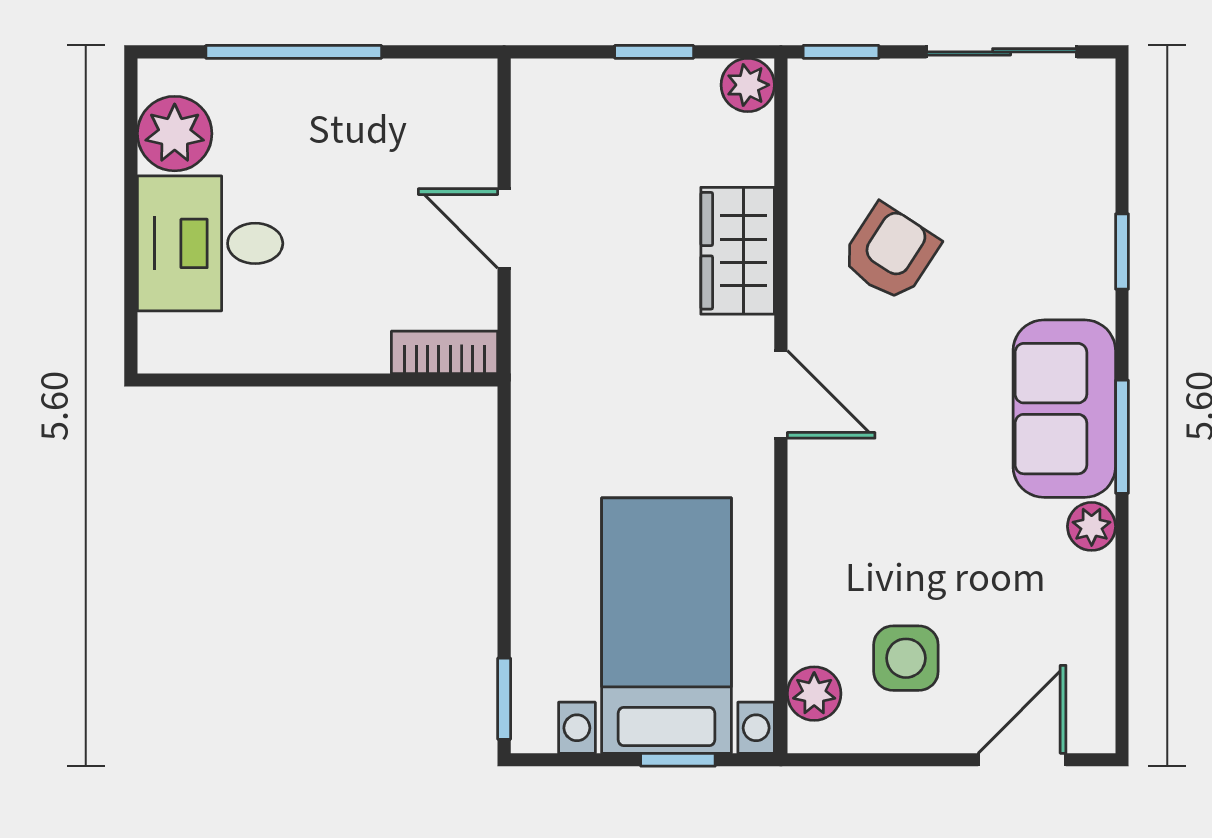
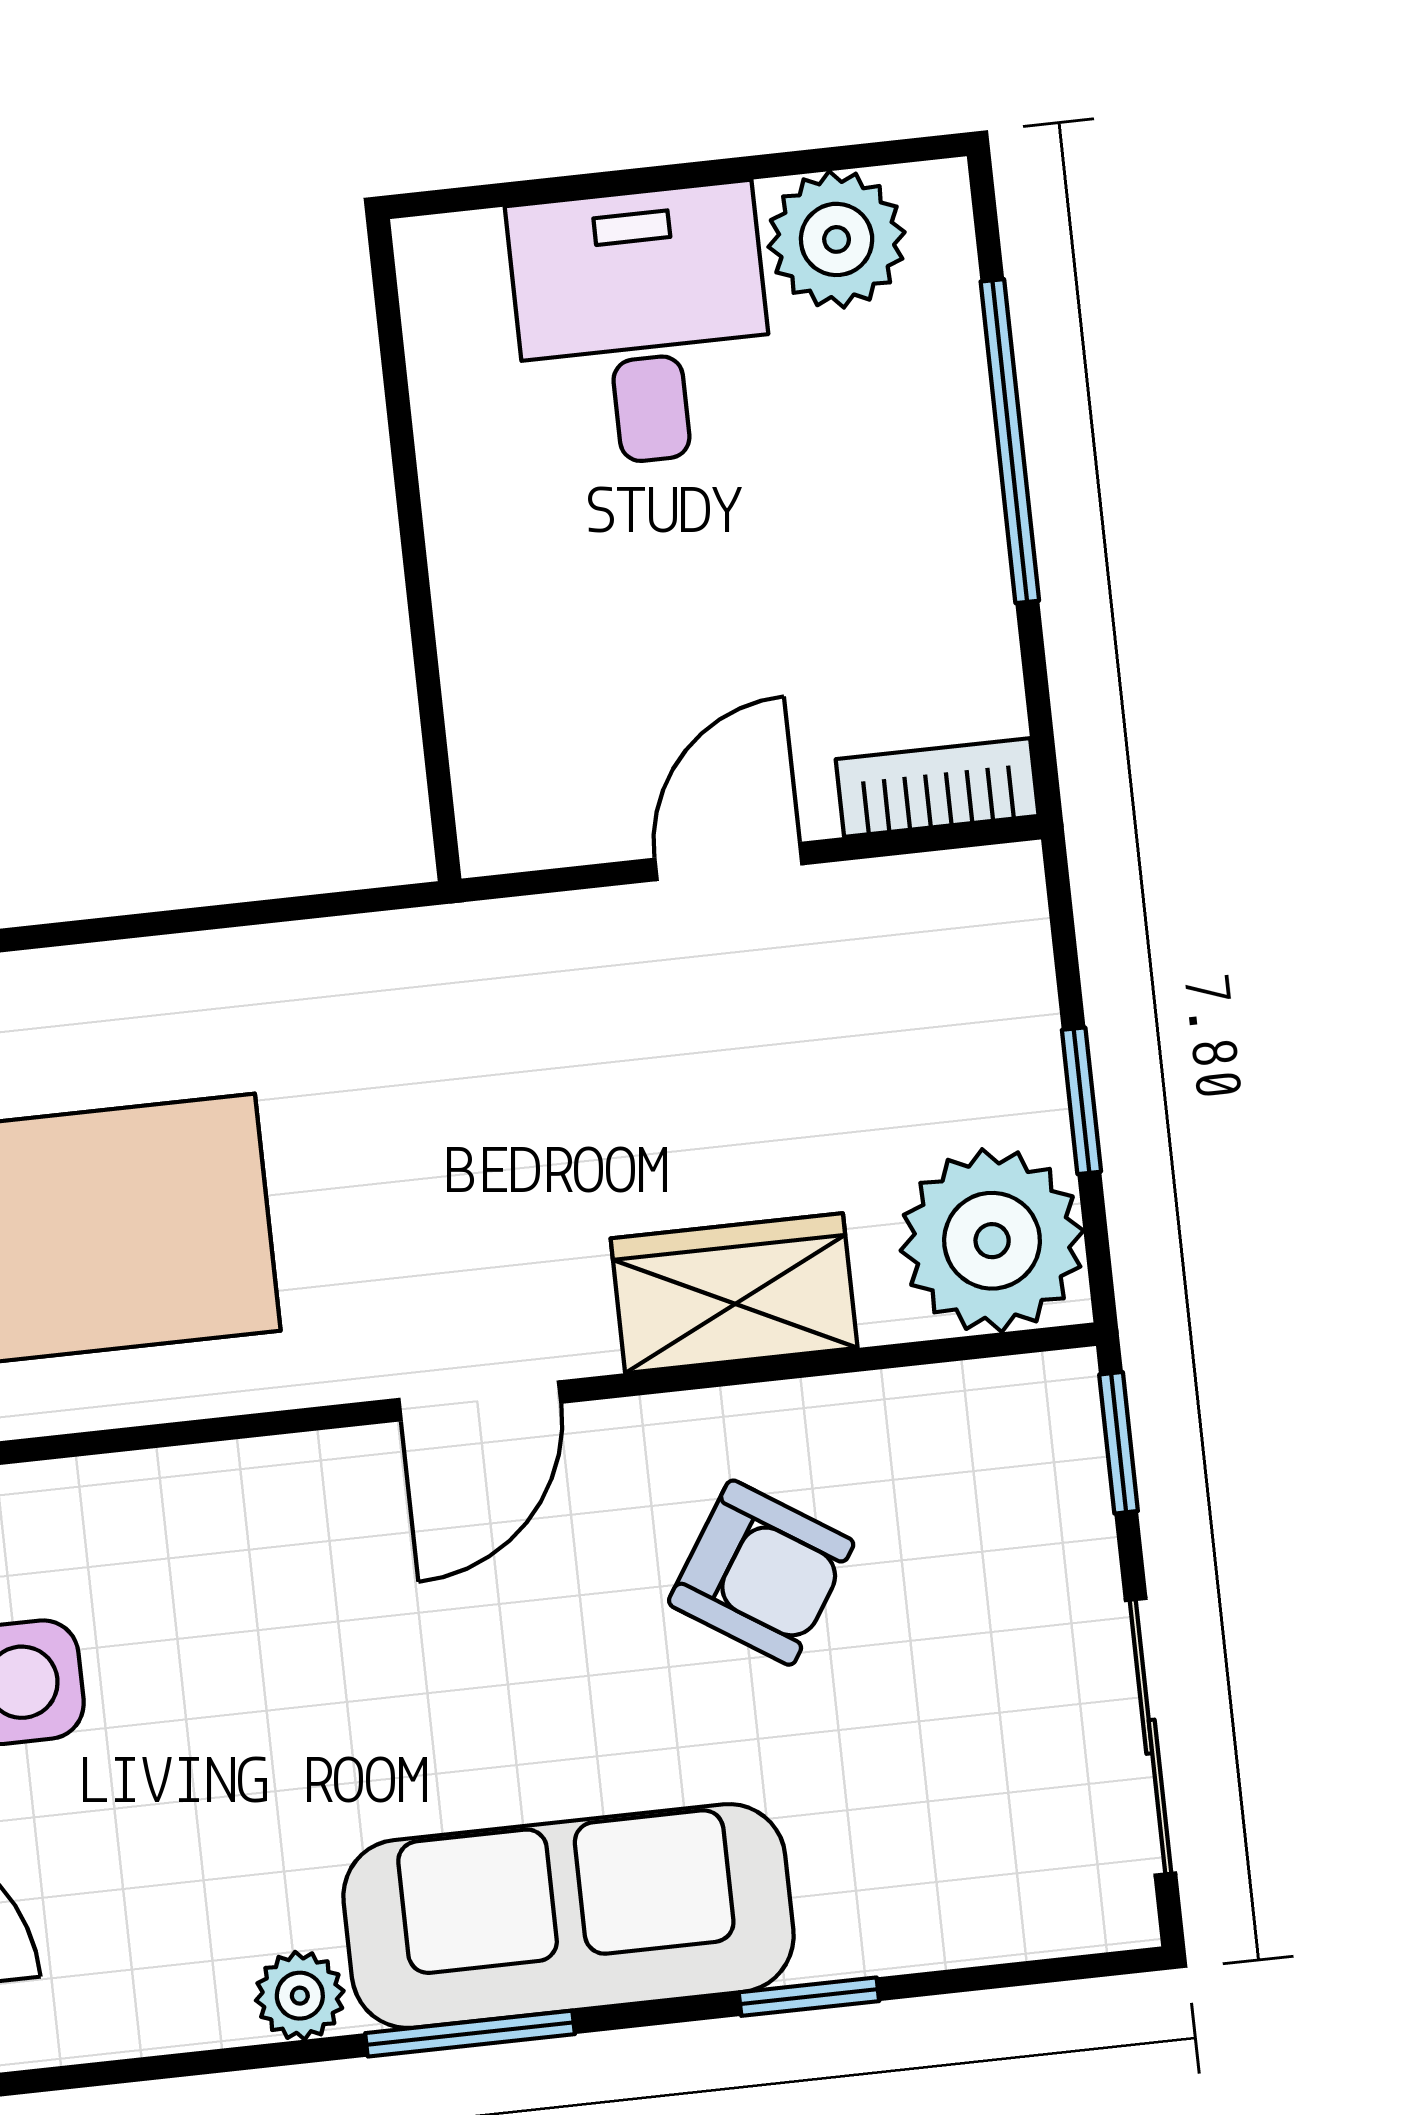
plant: (748, 85) -> (992, 1241), width x1.88, depth x1.88
bookcase: (445, 352) -> (937, 788), moved, turned -90
sofa: (1064, 409) -> (569, 1916), width x1.36

